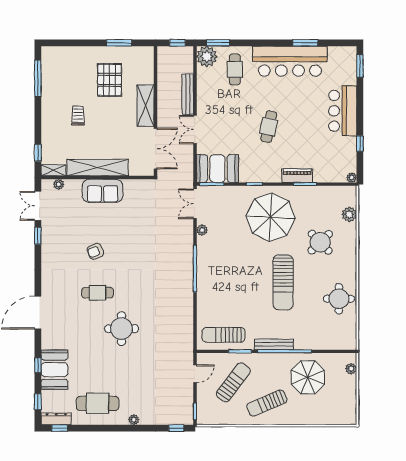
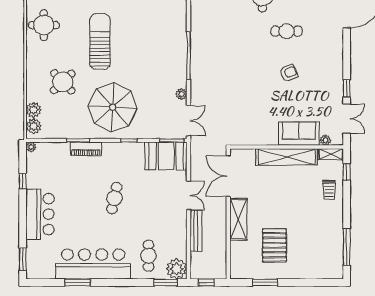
trolley: (78, 116) -> (329, 190), moved
sofa: (103, 191) -> (299, 134), moved
plant: (349, 198) -> (34, 126), added

